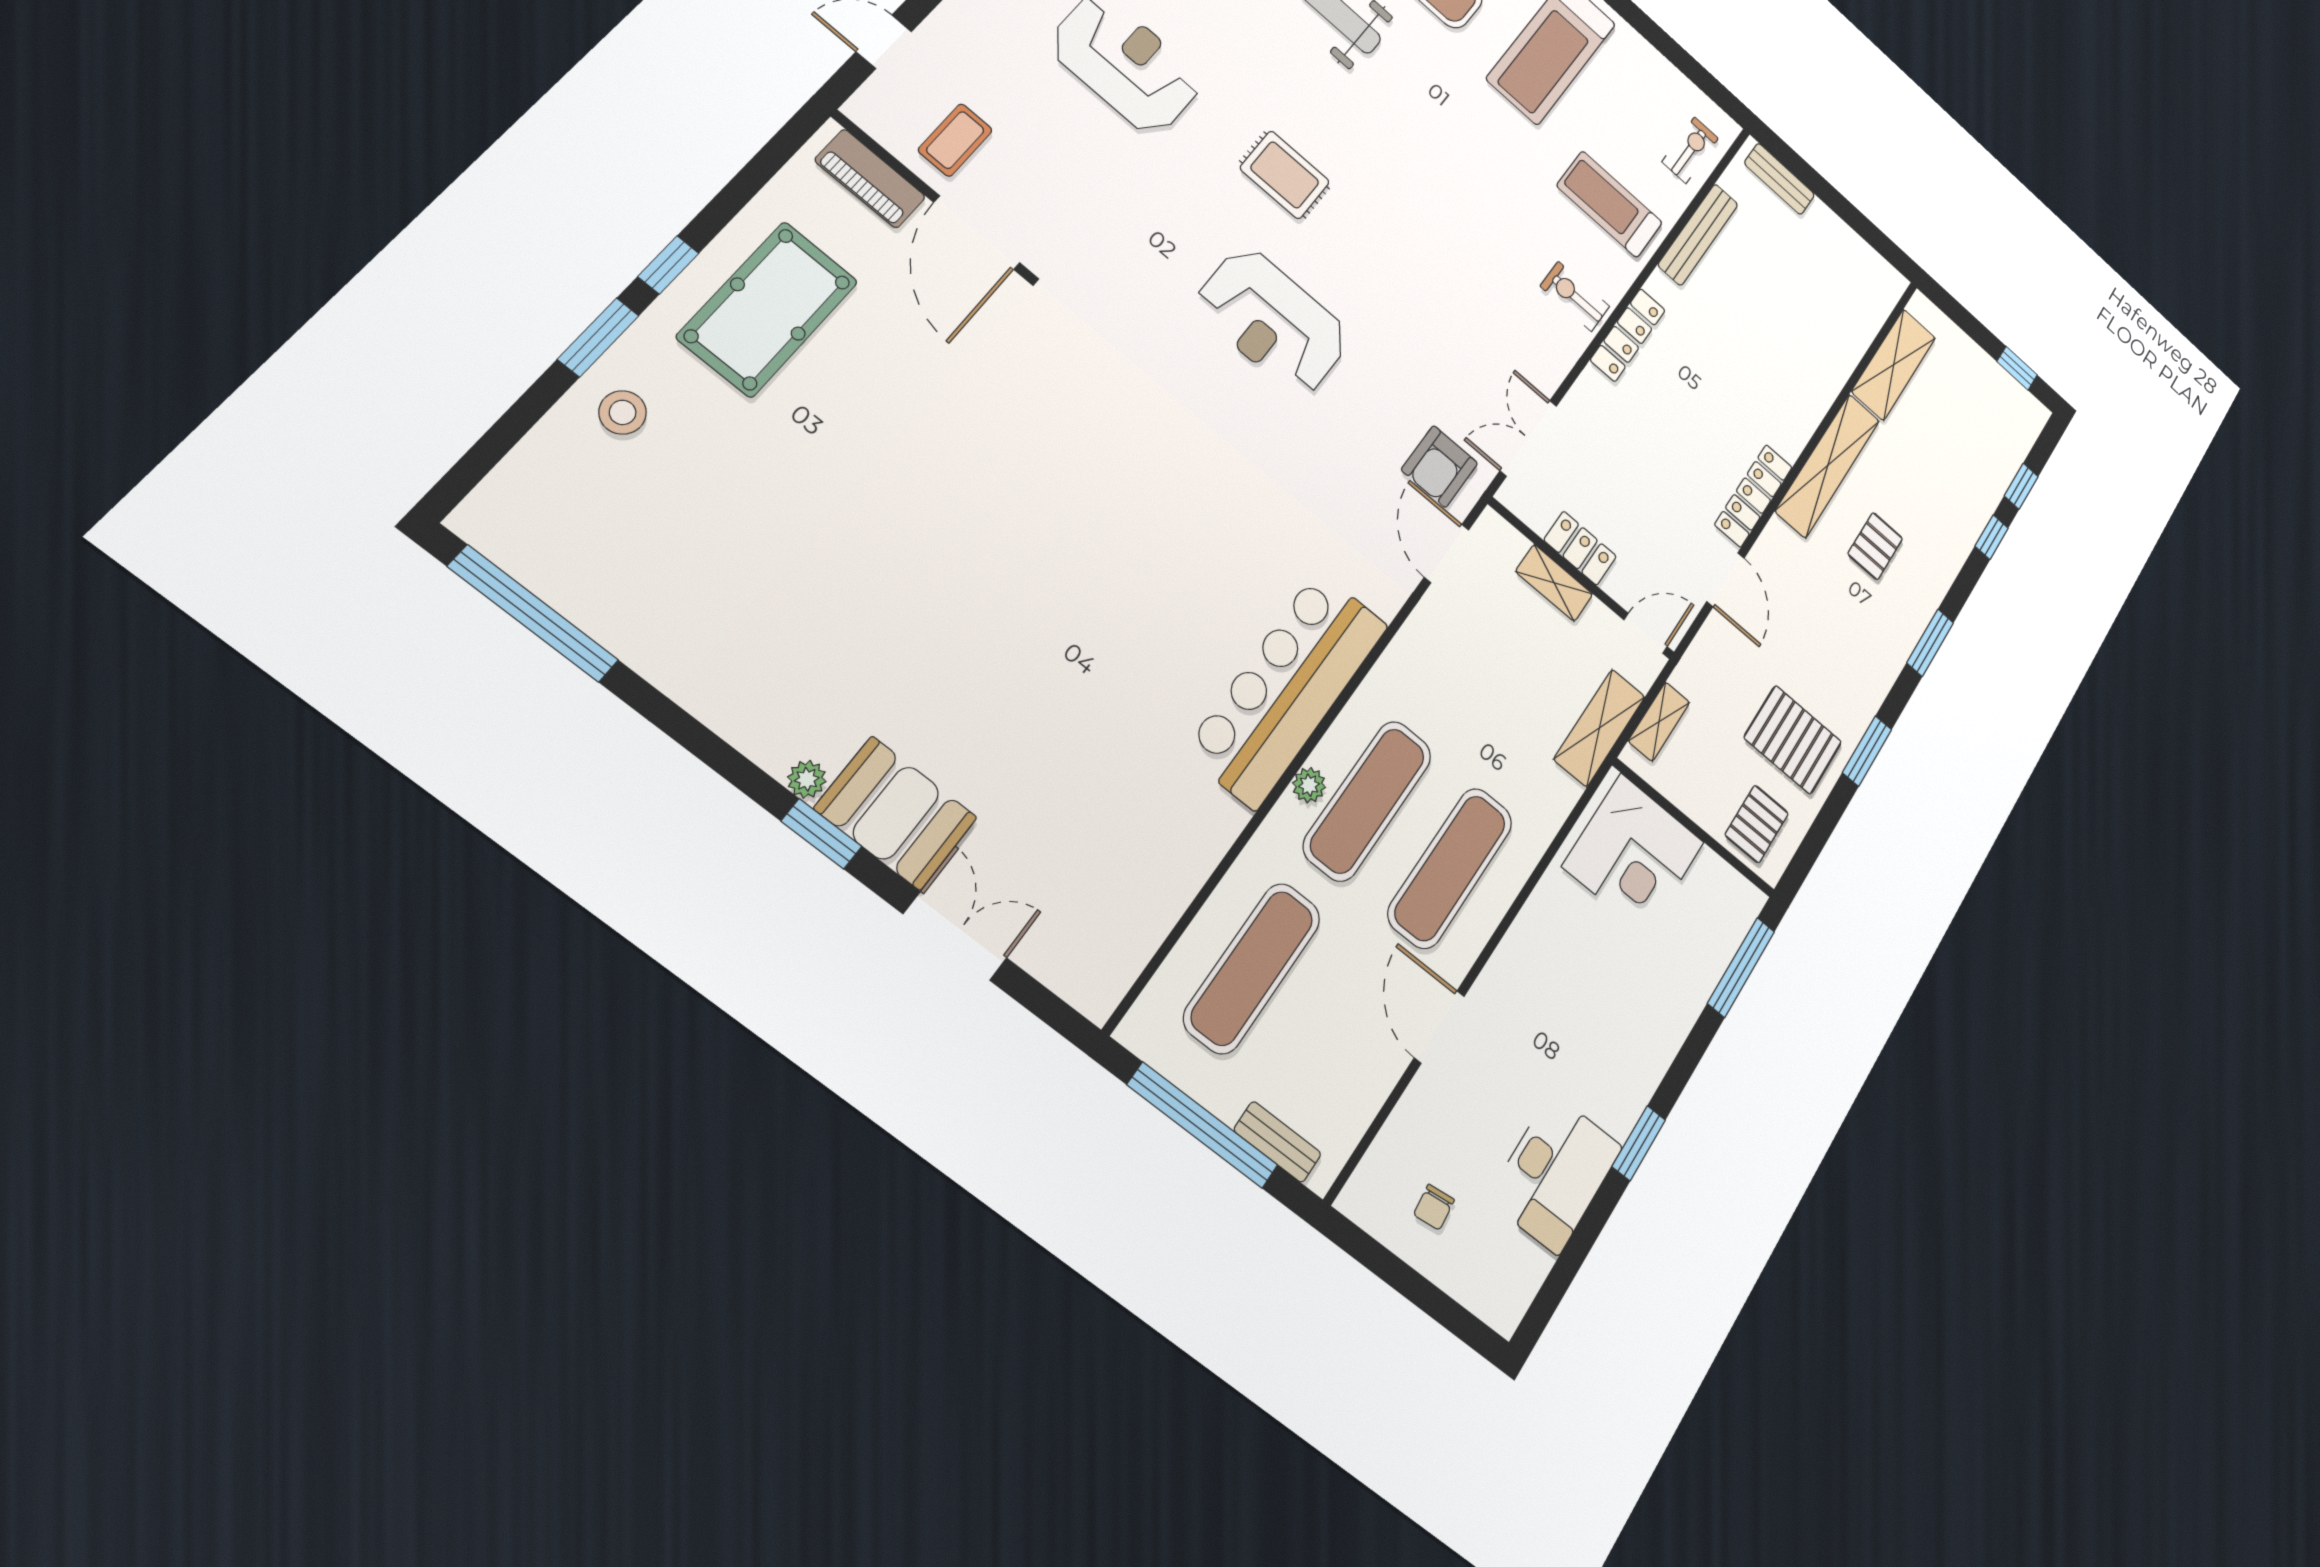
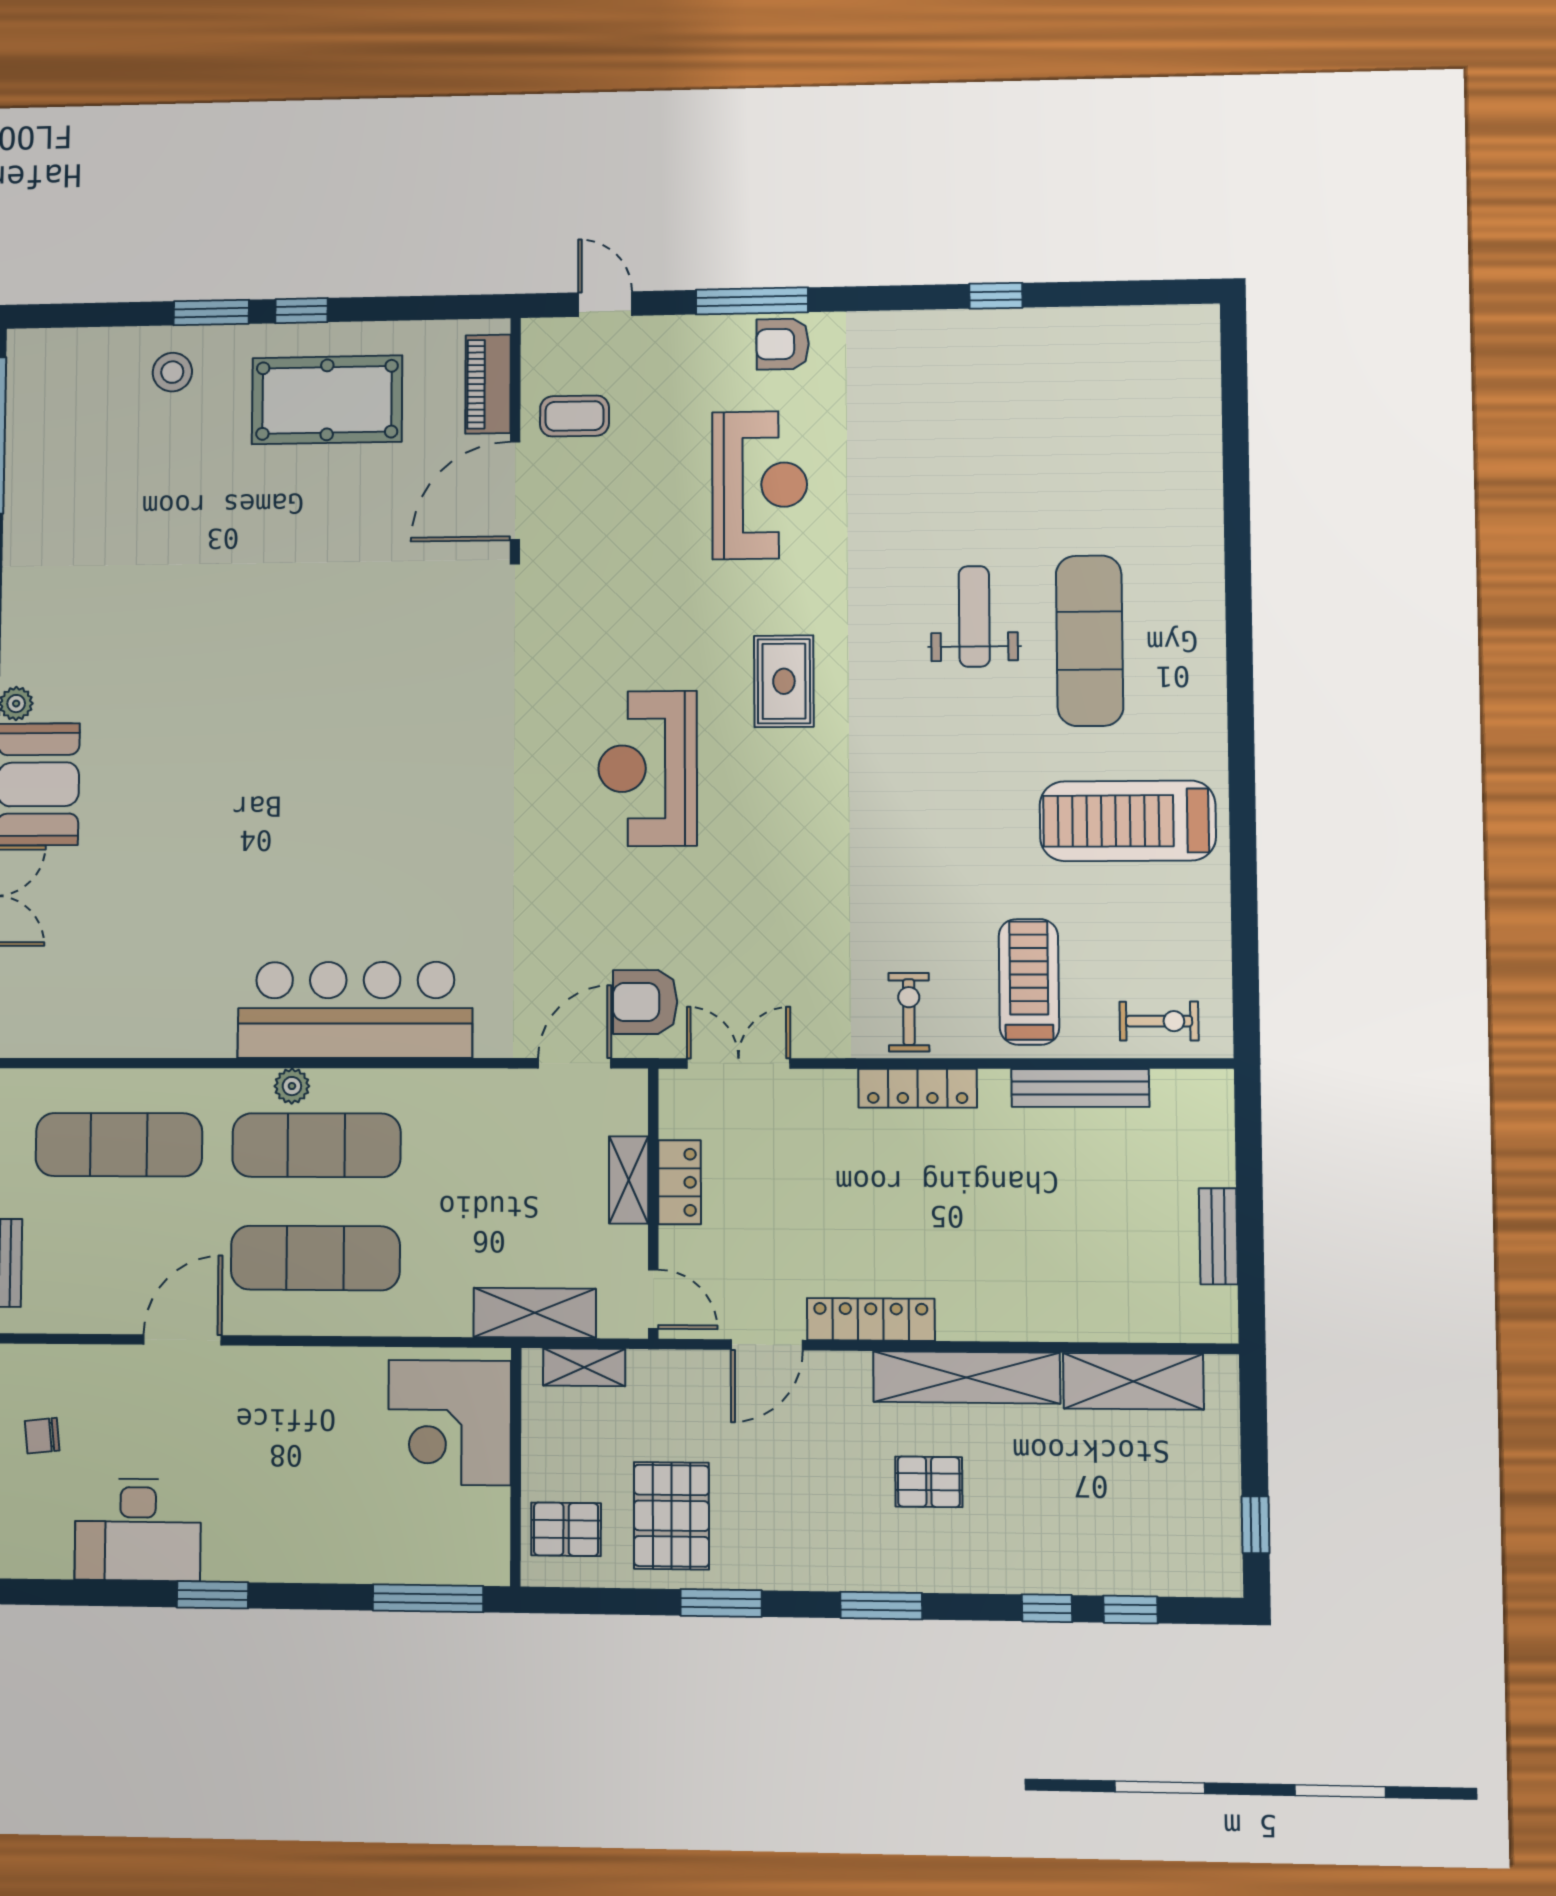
bench: (1779, 179) -> (1218, 1236), moved

